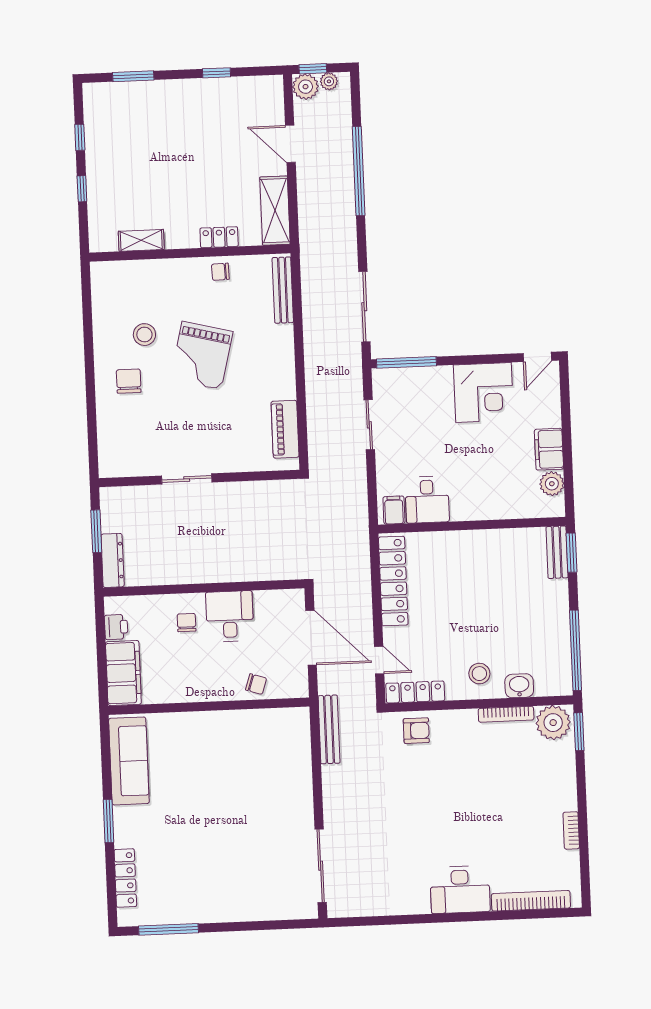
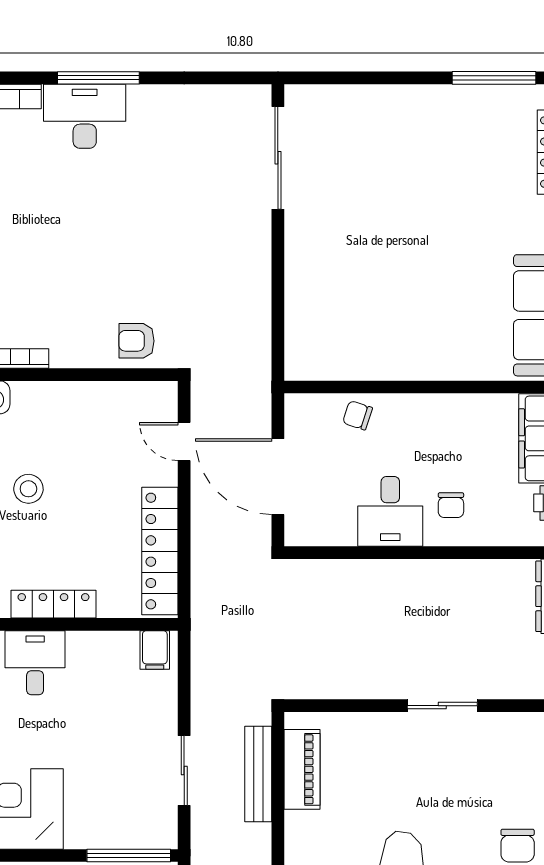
desk: (427, 500) -> (35, 663), moved
stool: (479, 674) -> (28, 489), moved
locker: (415, 692) -> (53, 604), moved, turned 180
bench: (329, 729) -> (258, 774), moved
window: (451, 918) -> (98, 78), added

